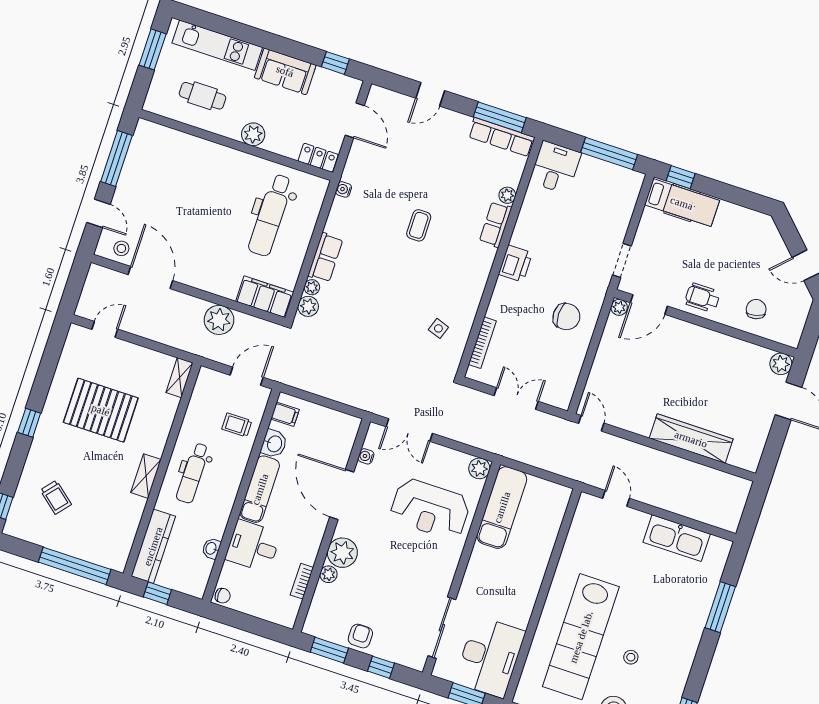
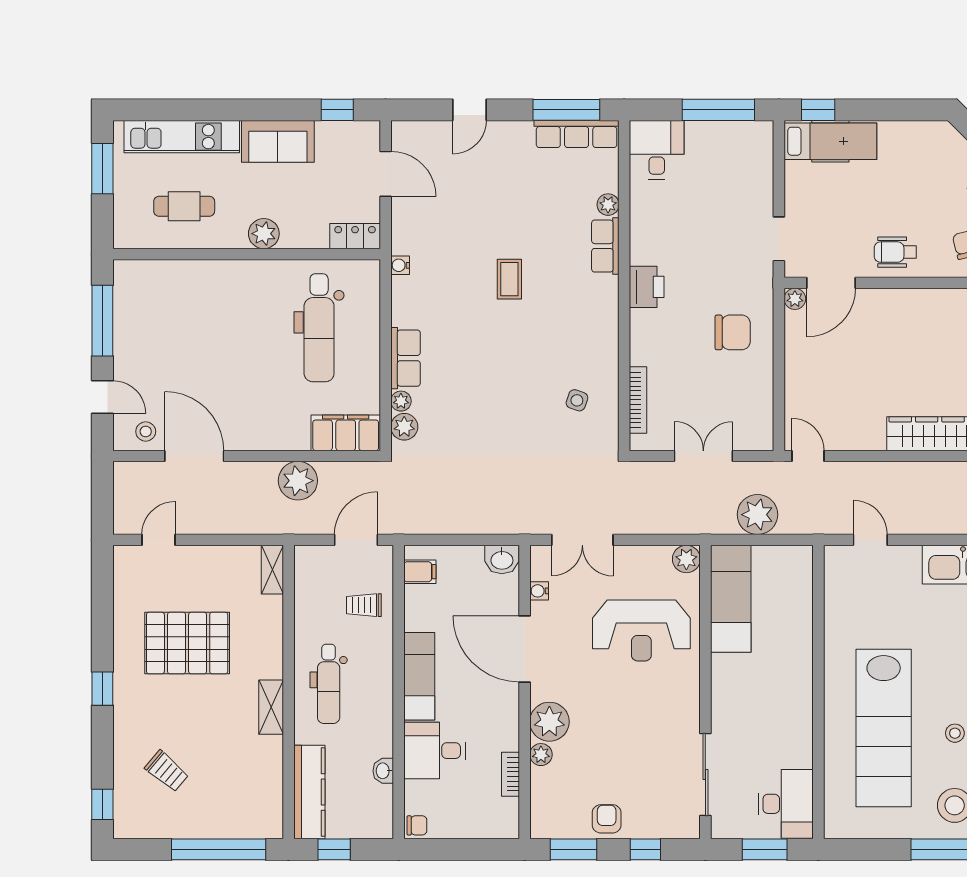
washbasin: (274, 444) -> (502, 560), moved, turned 90
plant: (541, 453) -> (757, 515), added
desk: (490, 657) -> (786, 804), width x0.73, depth x0.77

